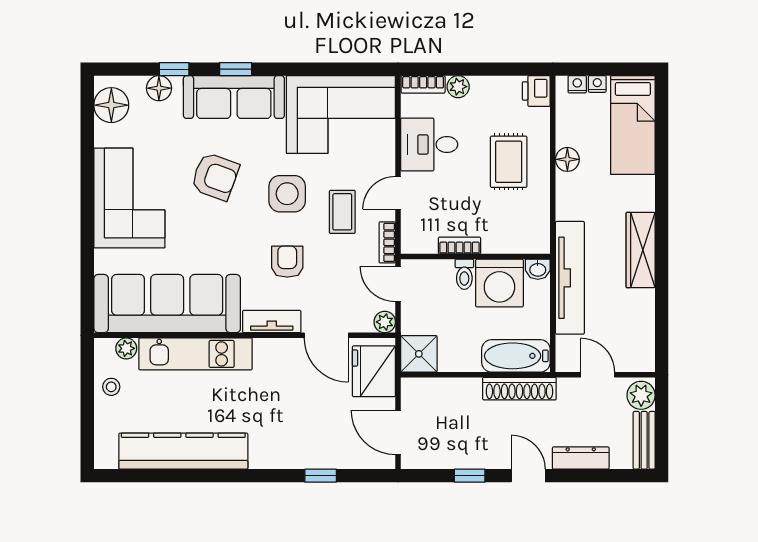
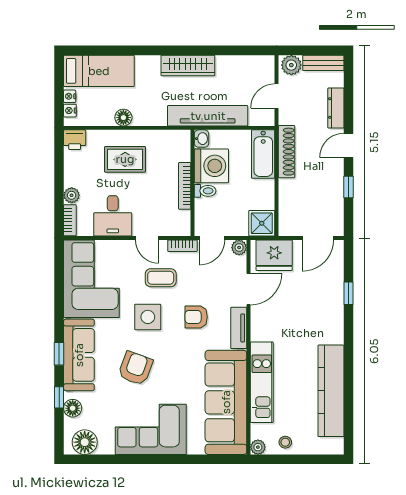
bookcase: (460, 246) -> (185, 186), width x1.56
plant: (126, 348) -> (258, 447), moved

